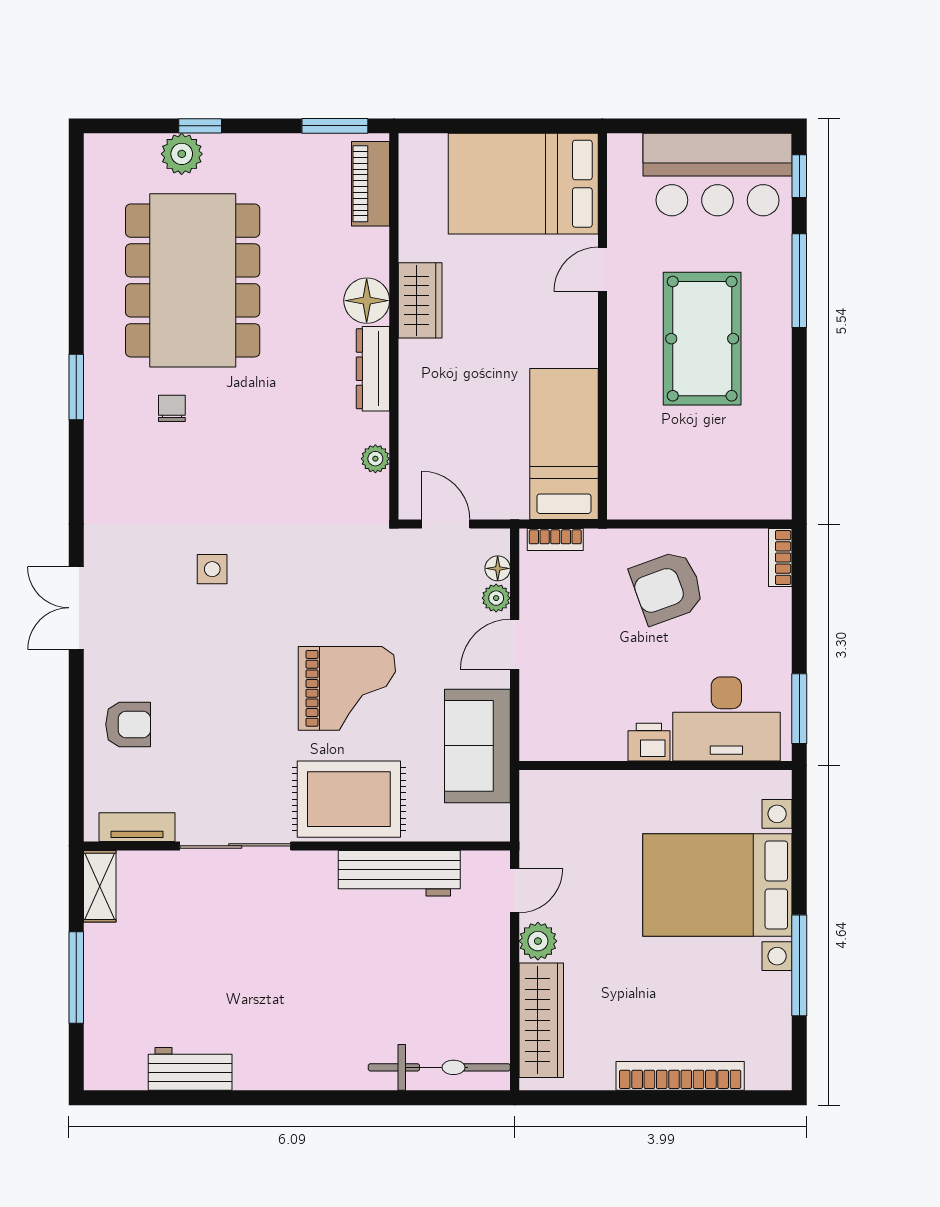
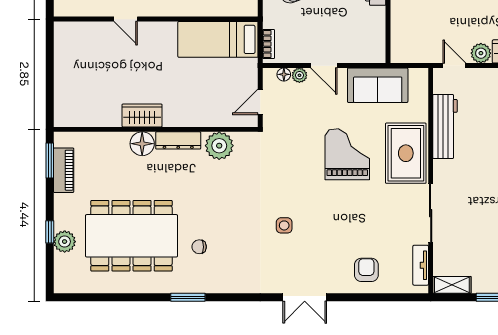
piano: (371, 184) -> (64, 170), moved, turned -90
bed: (523, 184) -> (80, 61), removed
plant: (375, 459) -> (219, 146), width x1.88, depth x1.88

